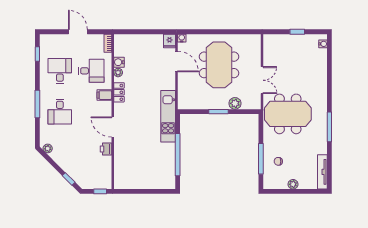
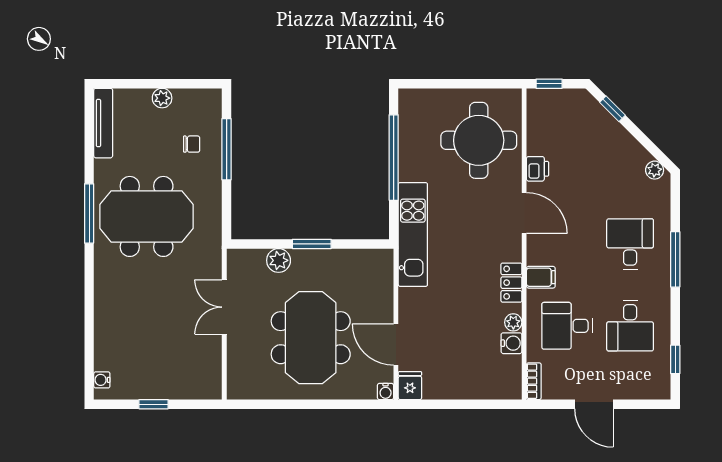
meeting table: (288, 114) -> (147, 216), moved
round table: (135, 163) -> (479, 140), added

